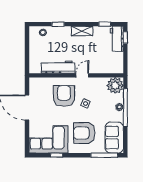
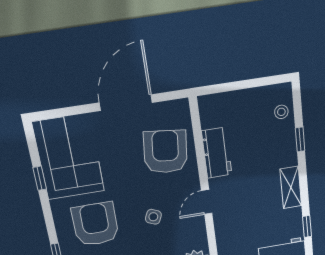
workbench: (58, 67) -> (217, 153), width x0.73
door: (82, 75) -> (207, 202), swing flipped
armchair: (64, 96) -> (165, 152), moved, turned -84

